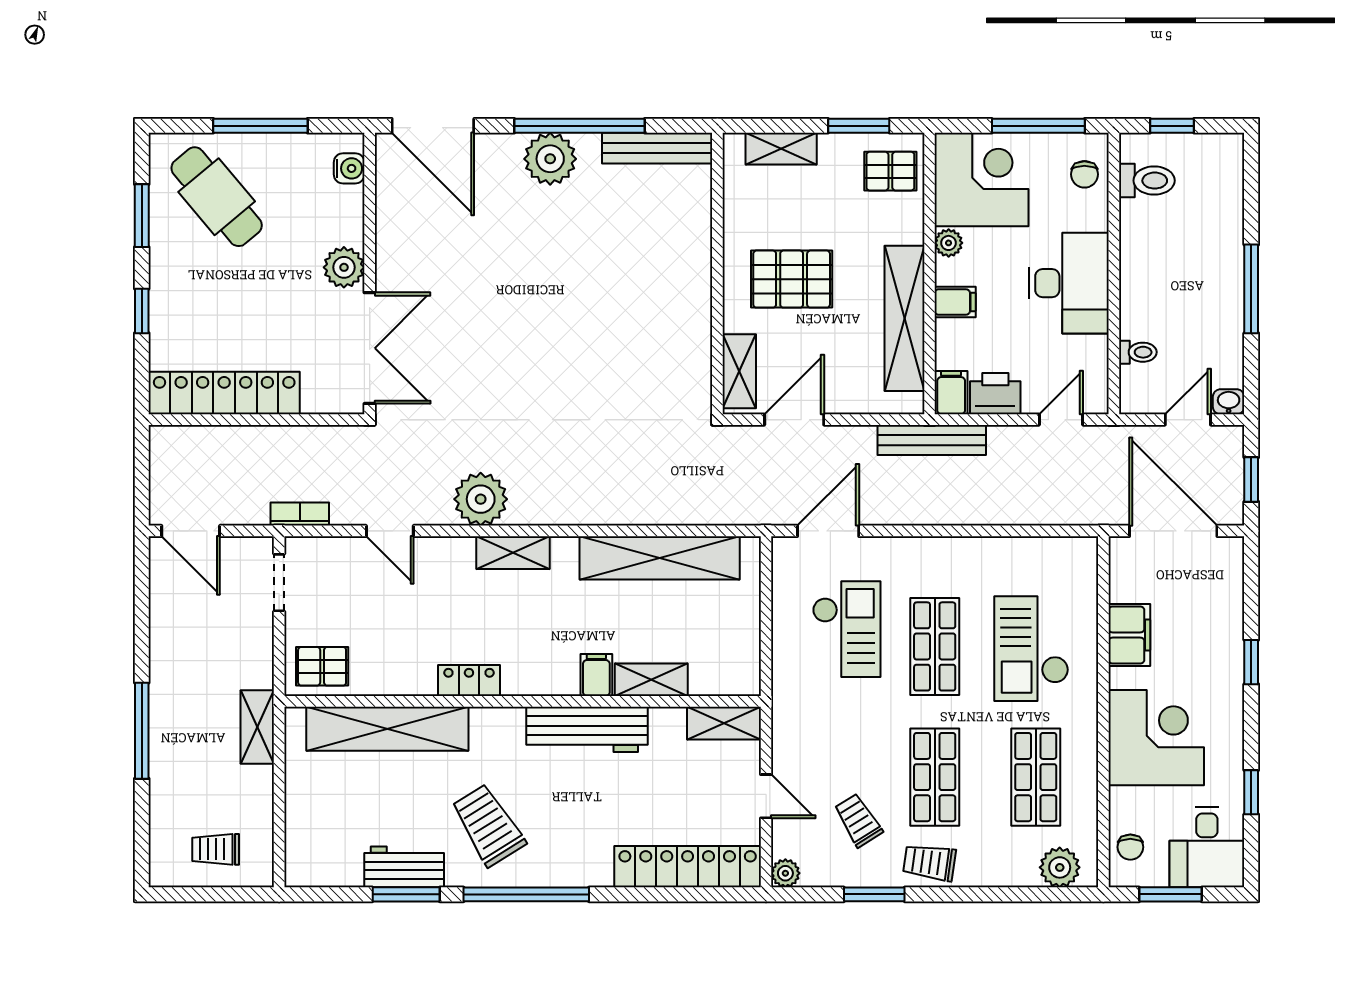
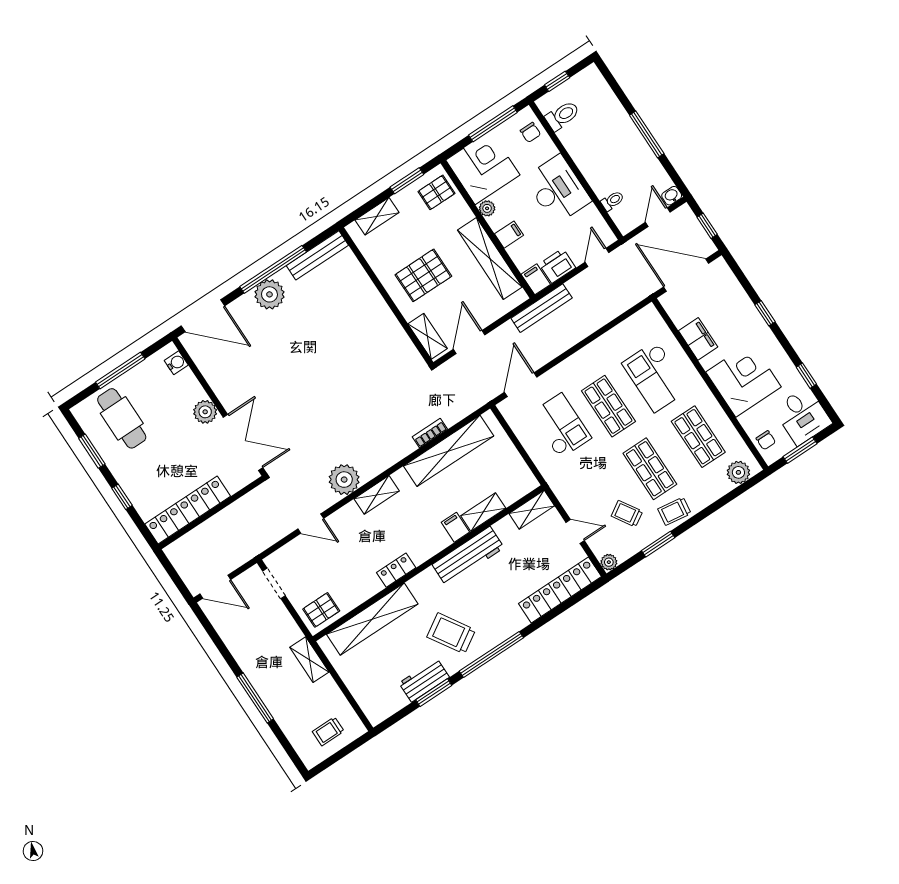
cafe table: (217, 197) -> (122, 418), turned 40
bookcase: (300, 514) -> (430, 433), moved

